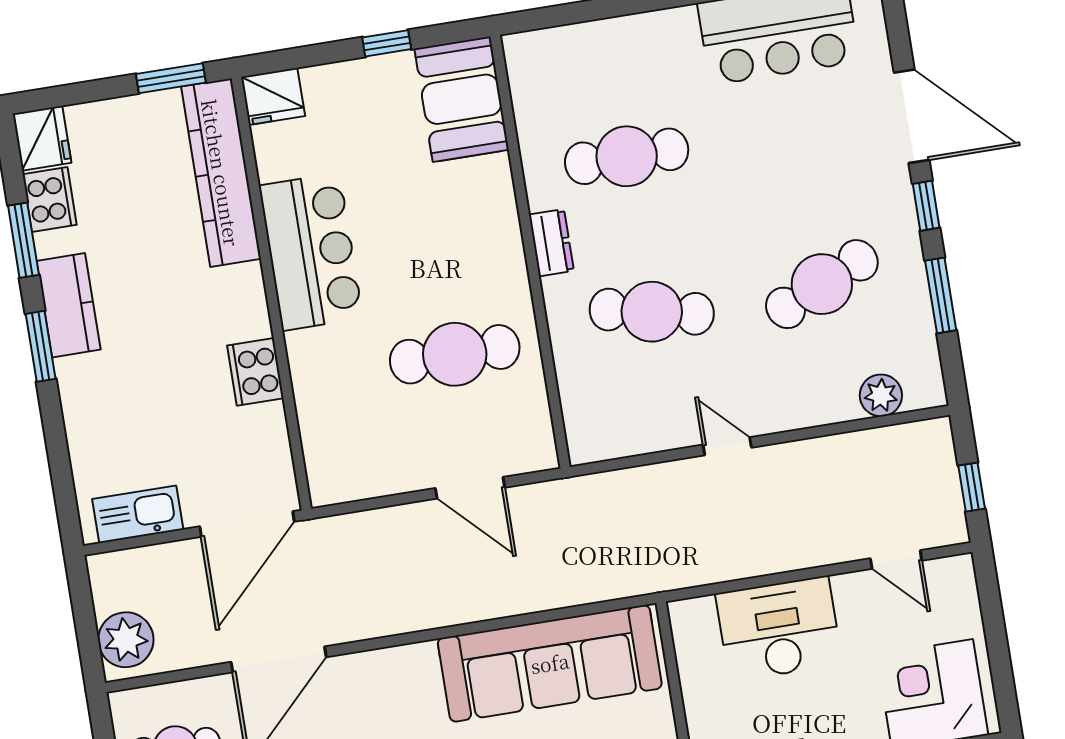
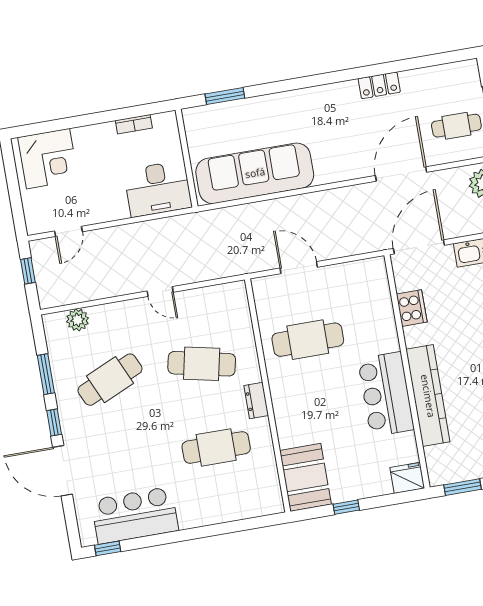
kitchen counter: (221, 173) -> (428, 396), moved
cooker: (255, 372) -> (412, 308), moved
door: (896, 559) -> (68, 231), swing flipped
desk: (779, 629) -> (158, 189), moved

